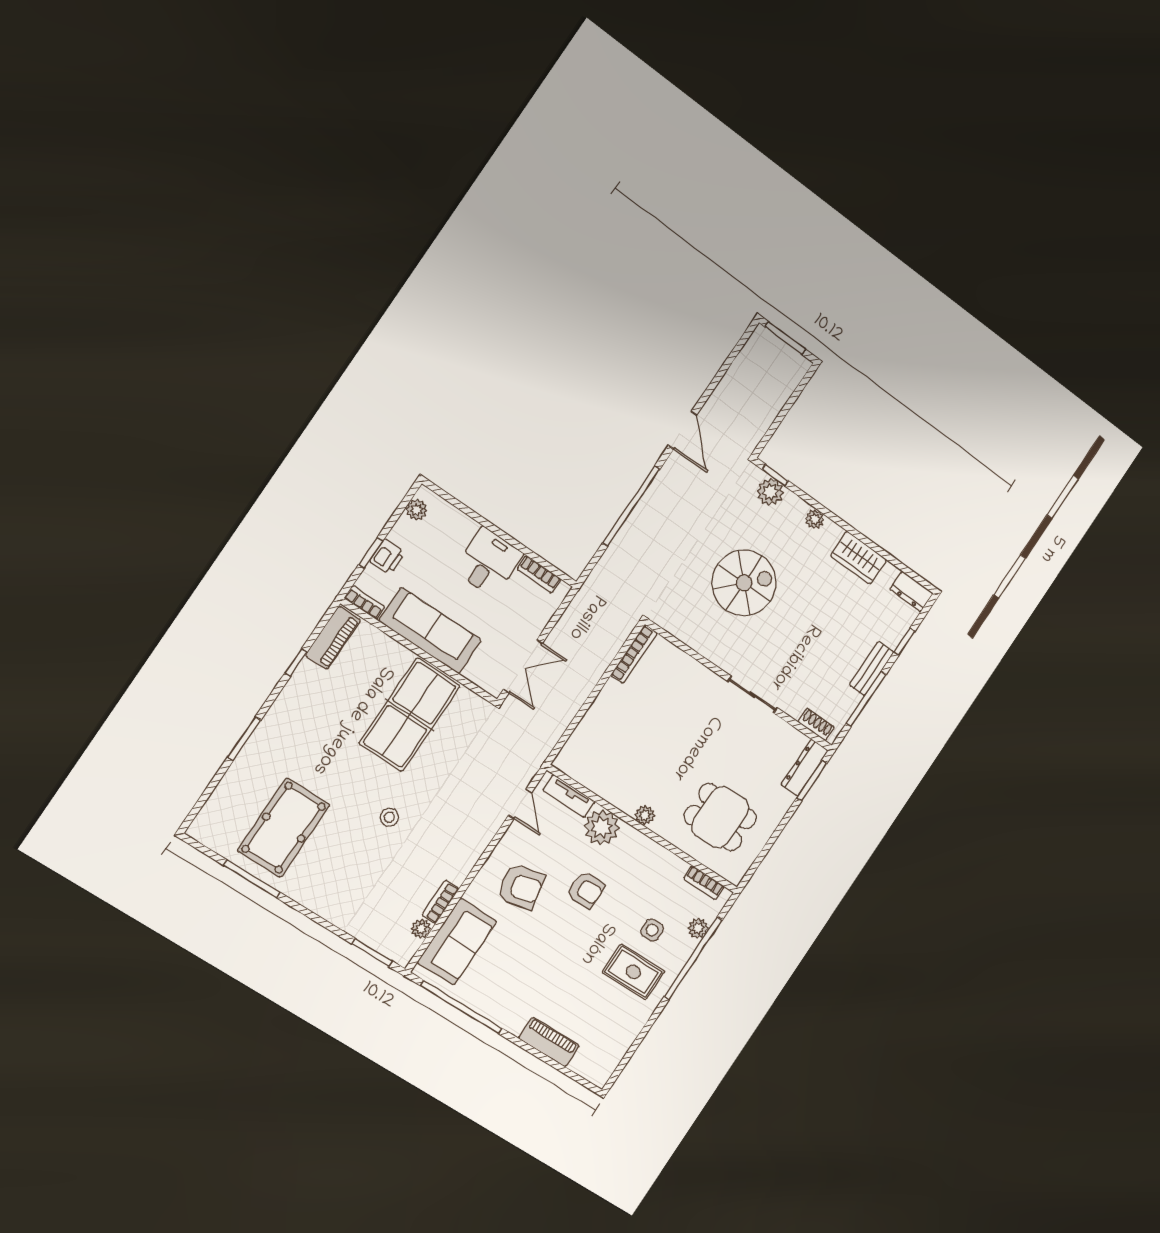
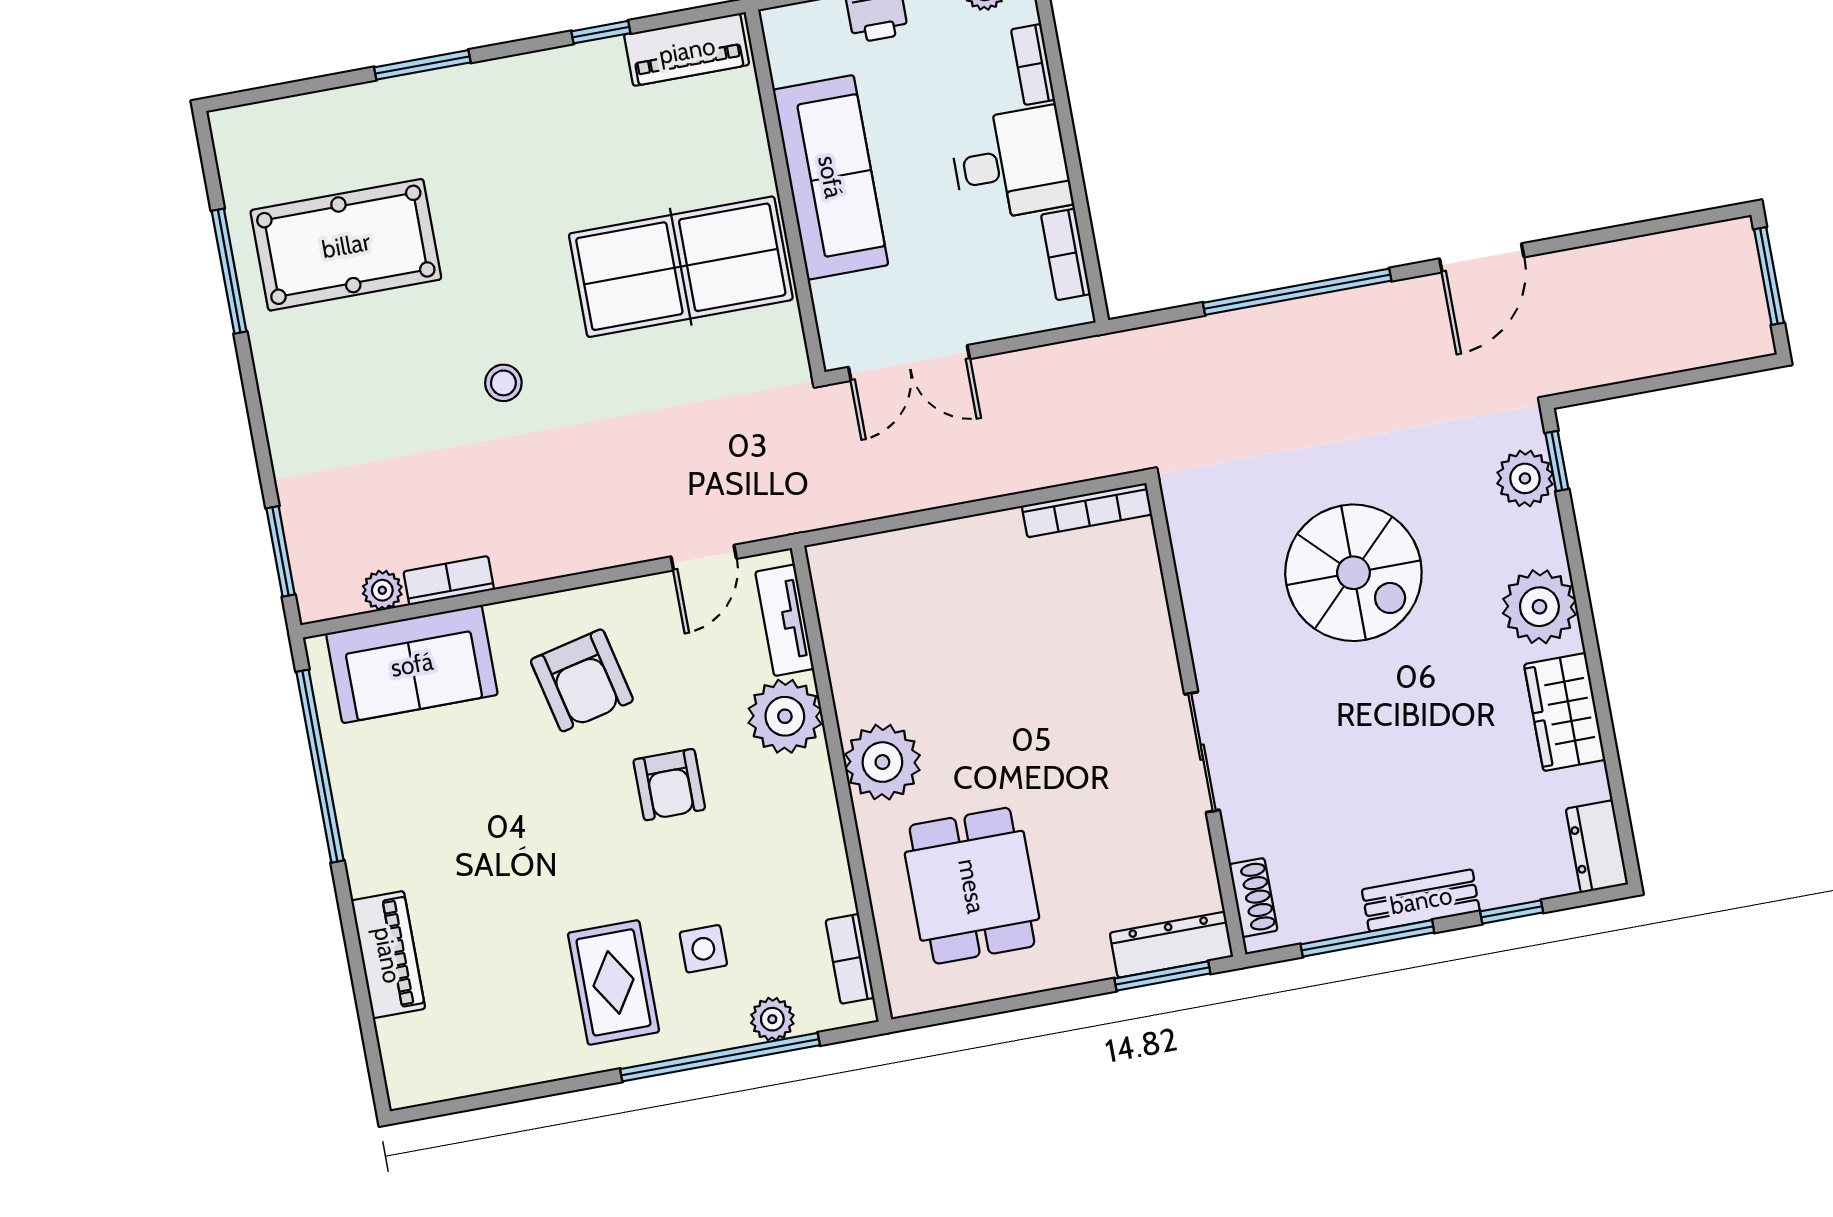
plant: (815, 519) -> (1539, 607), width x1.88, depth x1.88
bookcase: (364, 602) -> (1033, 65), moved, turned 180
plant: (645, 815) -> (882, 762), width x1.88, depth x1.88

